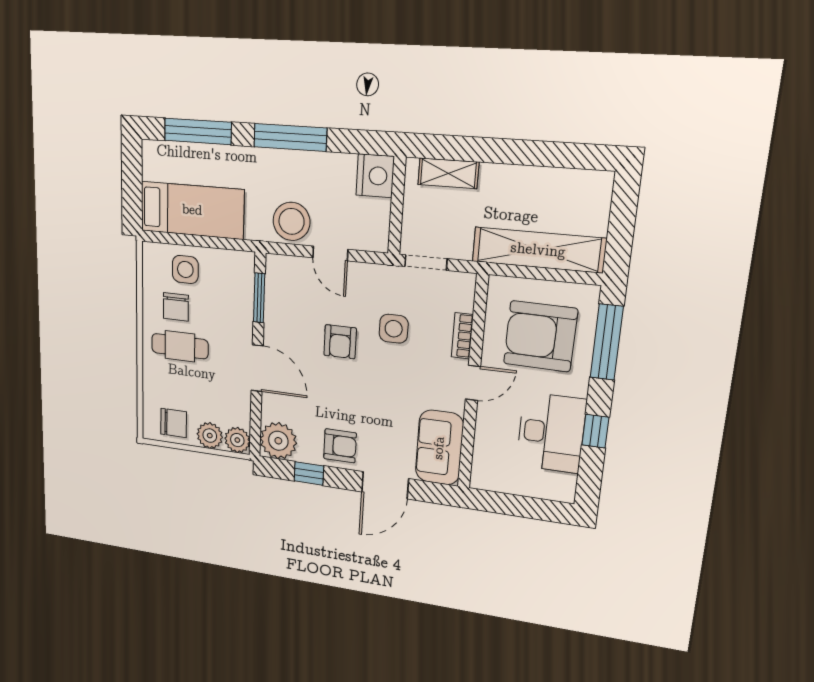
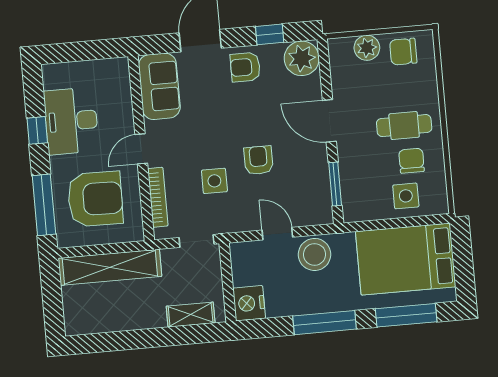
bed: (192, 210) -> (406, 259), width x1.50
bookcase: (462, 336) -> (158, 197), width x1.56
plant: (237, 440) -> (340, 50), removed

